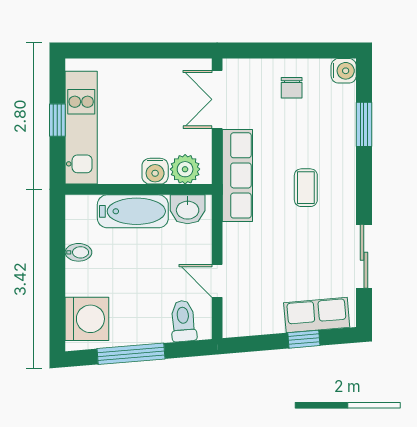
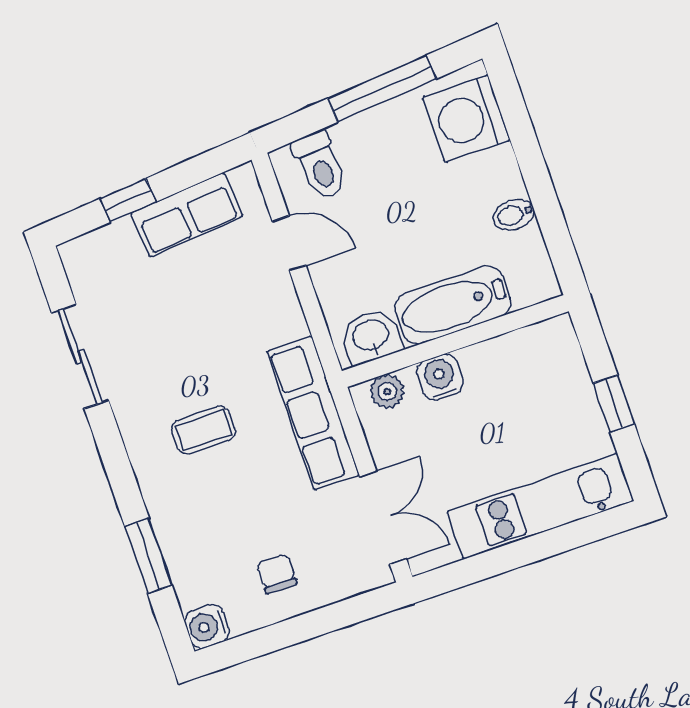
kitchen unit: (81, 128) -> (540, 506), moved, turned 90
plant: (185, 169) -> (387, 391), width x0.73, depth x0.73
coffee table: (306, 188) -> (204, 430), turned 90
row of seats: (317, 315) -> (187, 215), moved

